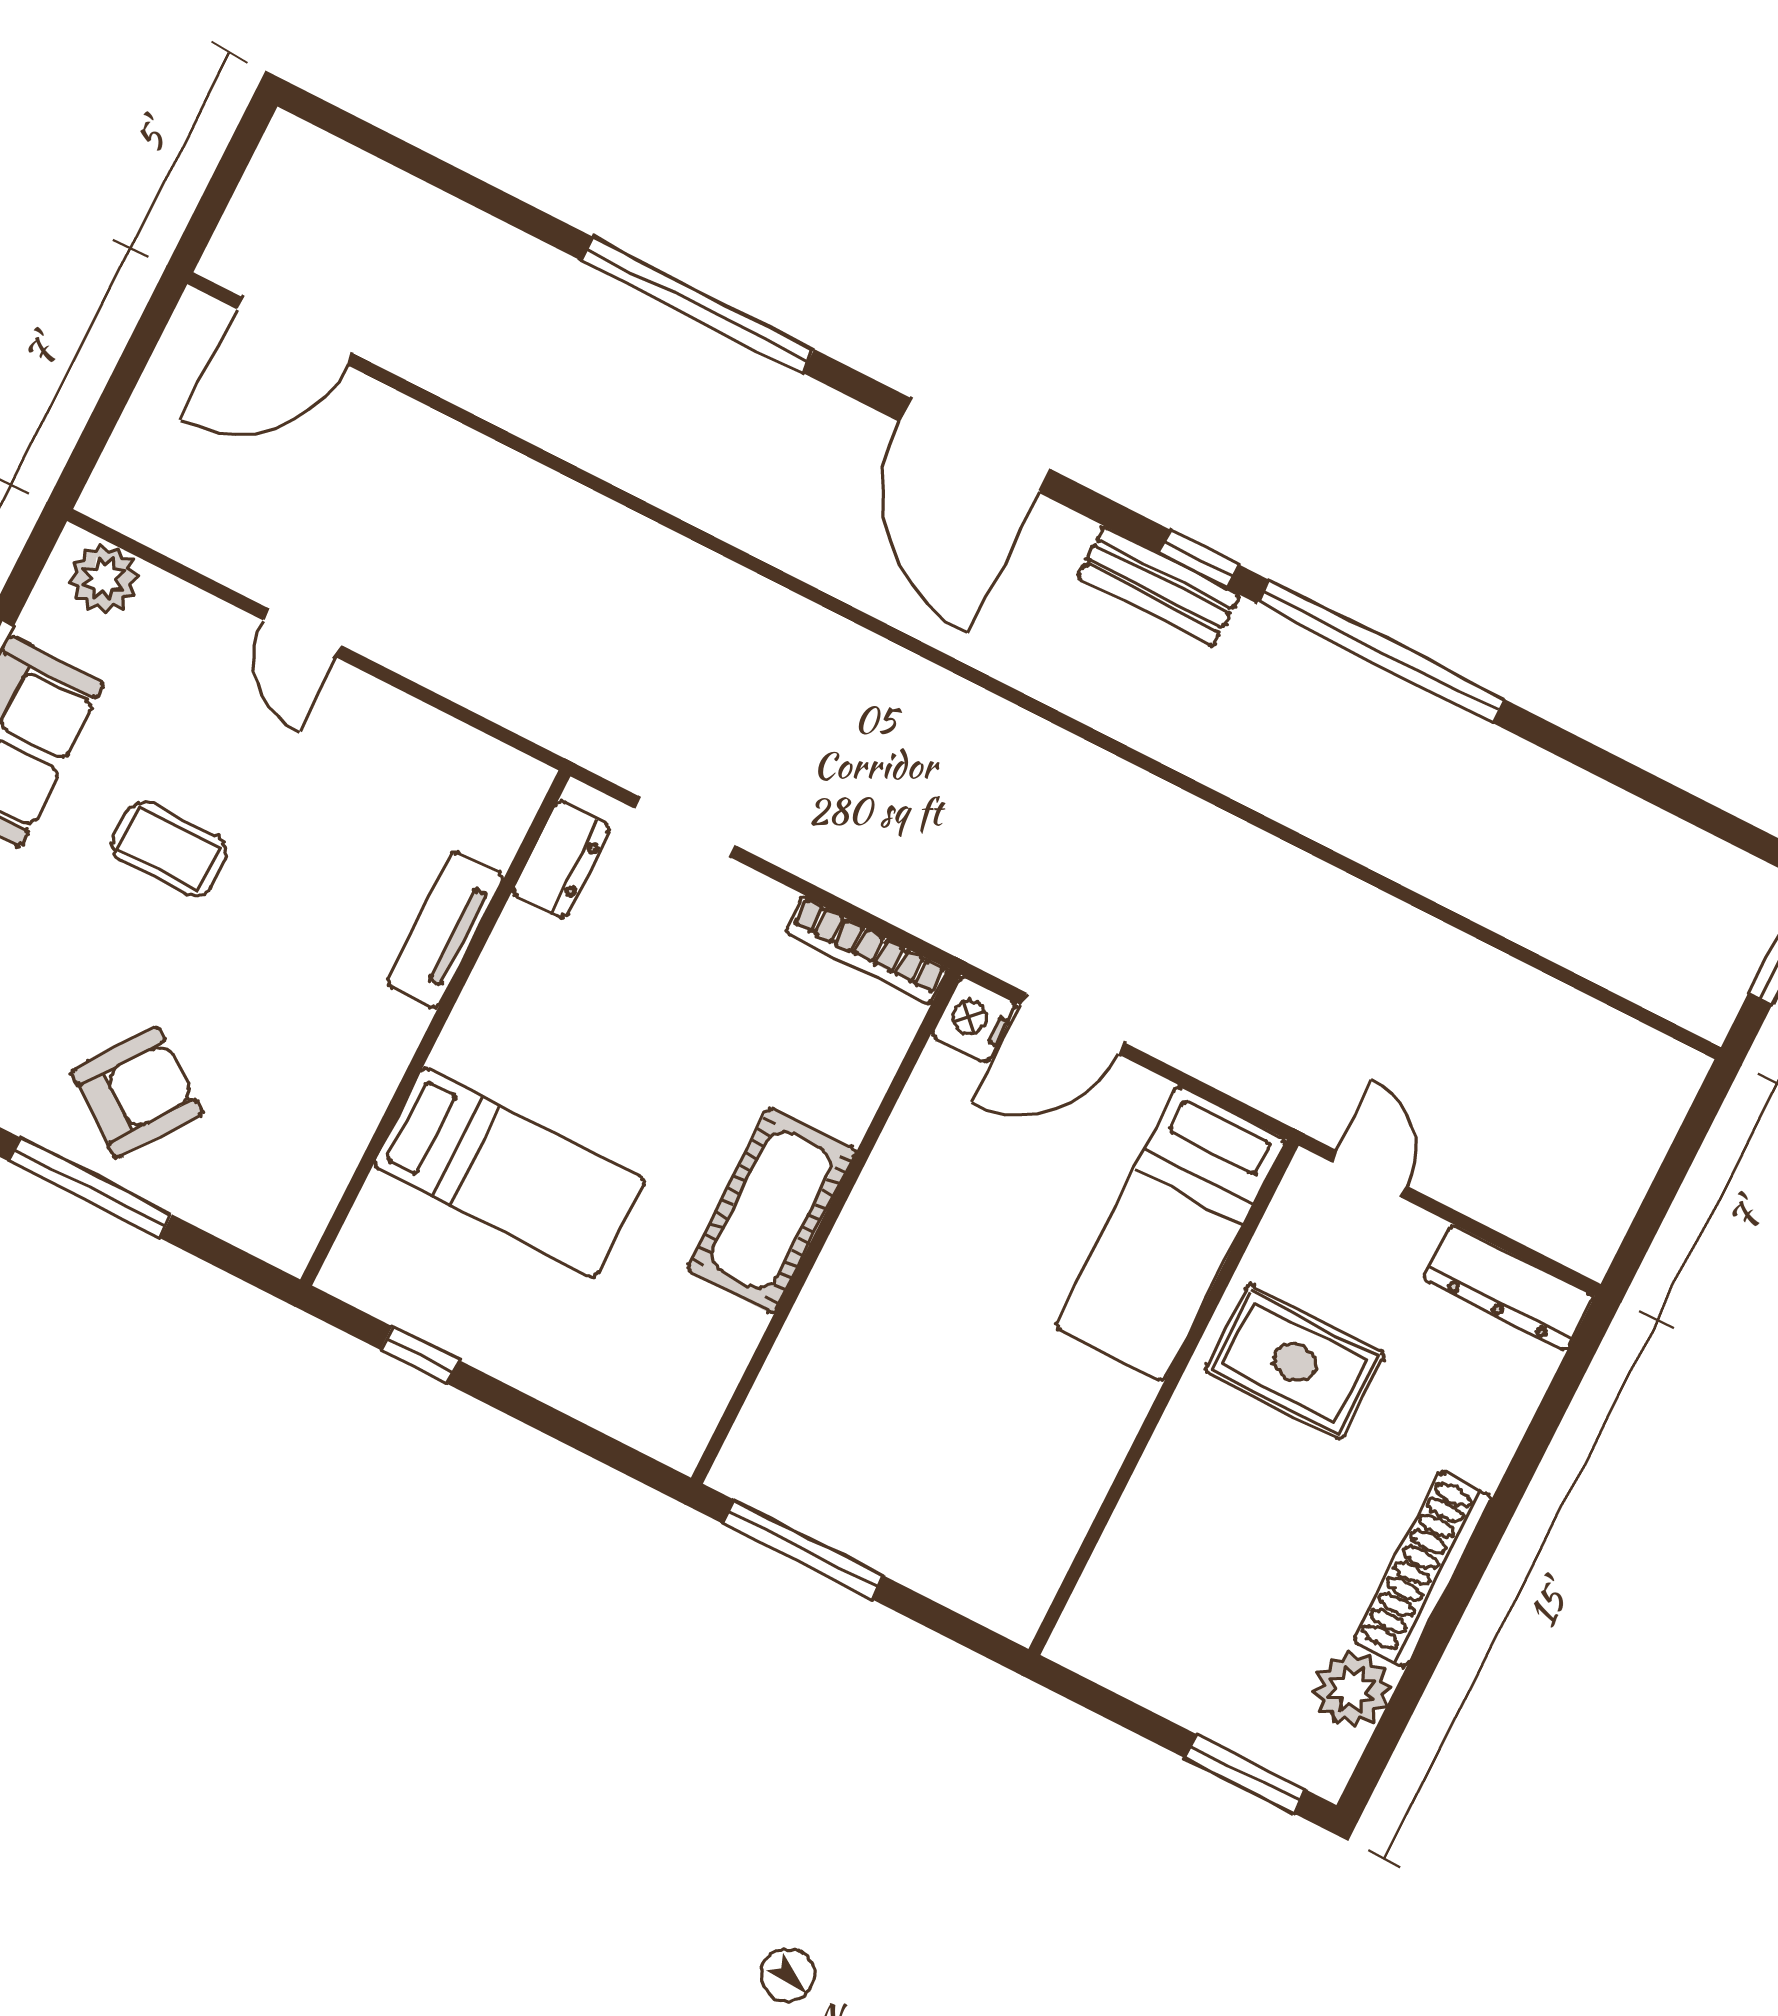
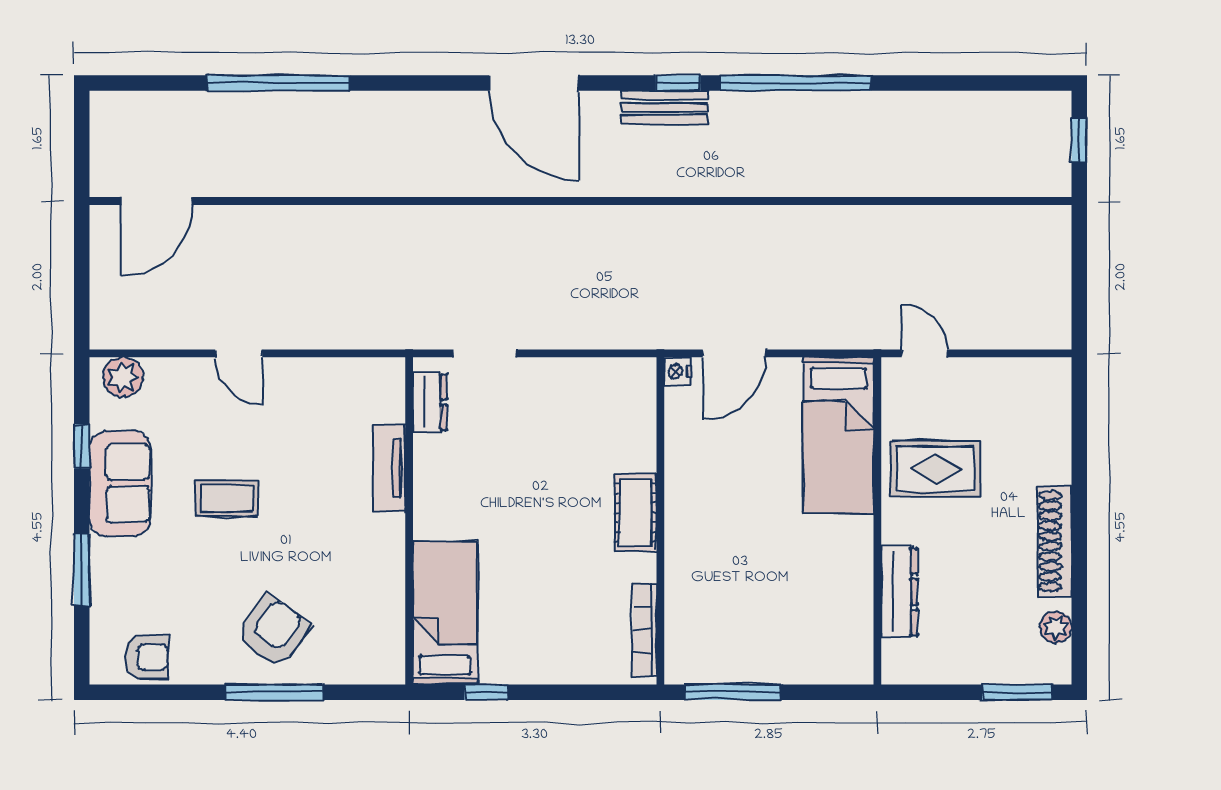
window: (697, 305) -> (278, 83), moved
bookcase: (867, 950) -> (645, 630), moved, turned 90
nightstand: (974, 1020) -> (678, 371), width x0.72, depth x0.74
bed: (509, 1172) -> (445, 613), moved, turned -90
cot: (772, 1210) -> (635, 512), width x0.73, depth x0.75
dresser: (1509, 1288) -> (899, 592), moved, turned -90
plant: (1352, 1690) -> (1056, 627), width x0.73, depth x0.73

